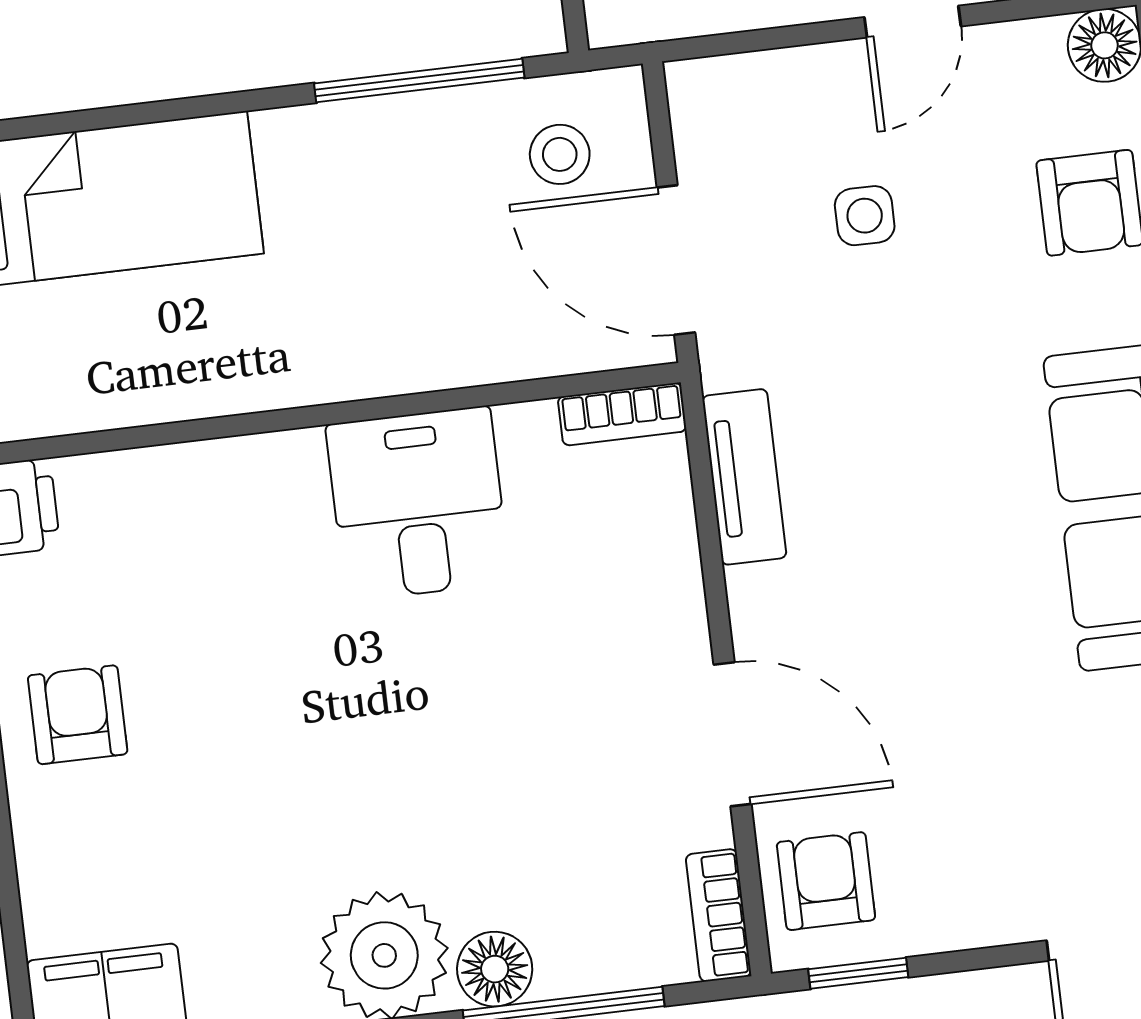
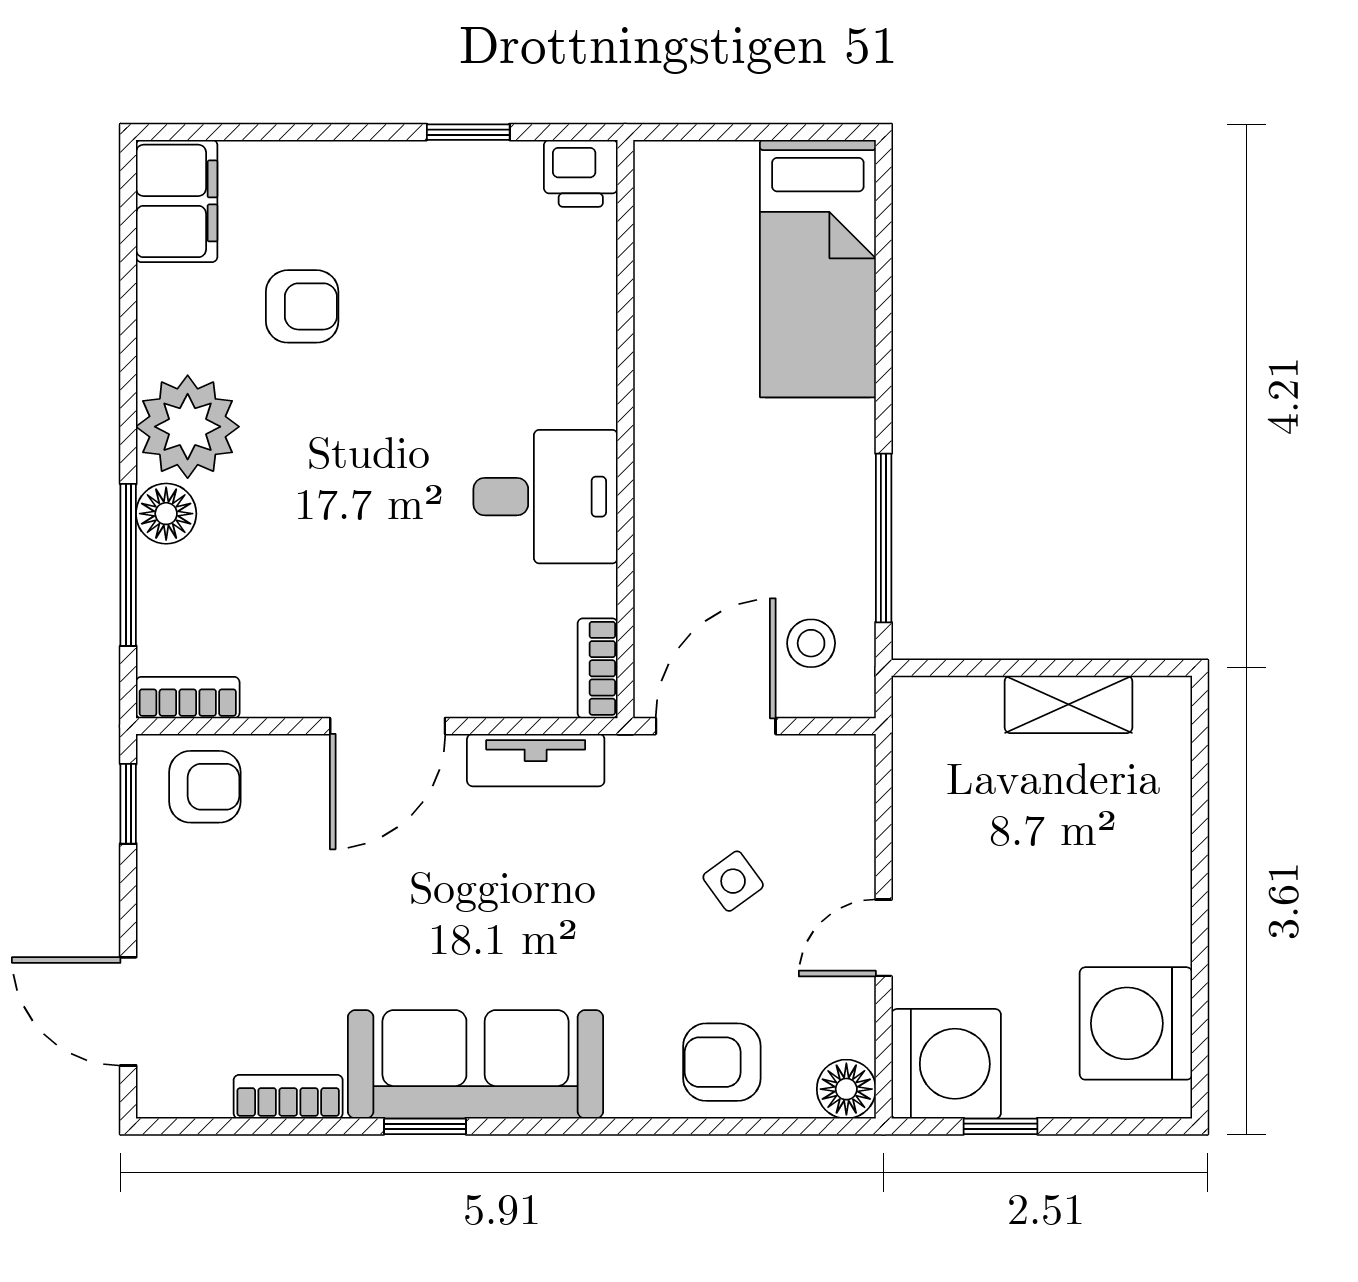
door: (913, 22) -> (884, 938), hinge flipped
side table: (865, 216) -> (733, 881), turned -36
armchair: (78, 715) -> (302, 306), moved
door: (732, 734) -> (388, 726), moved

